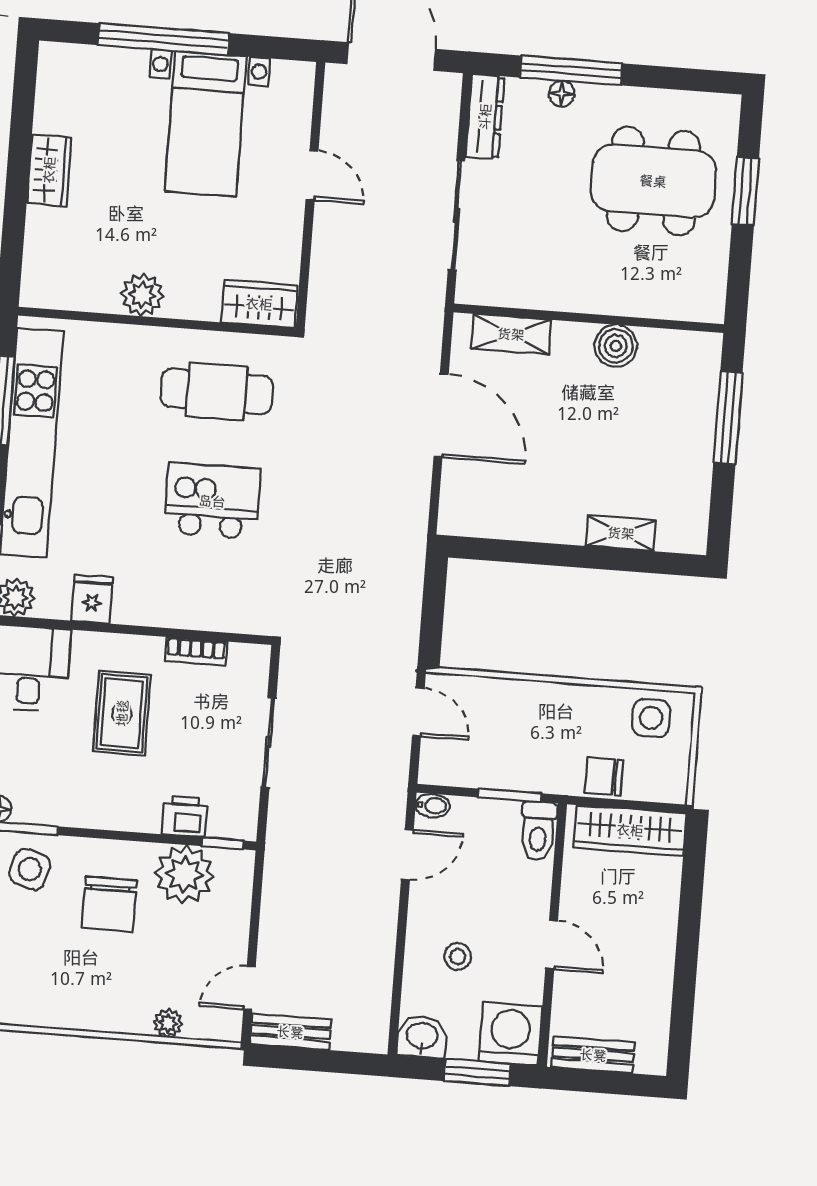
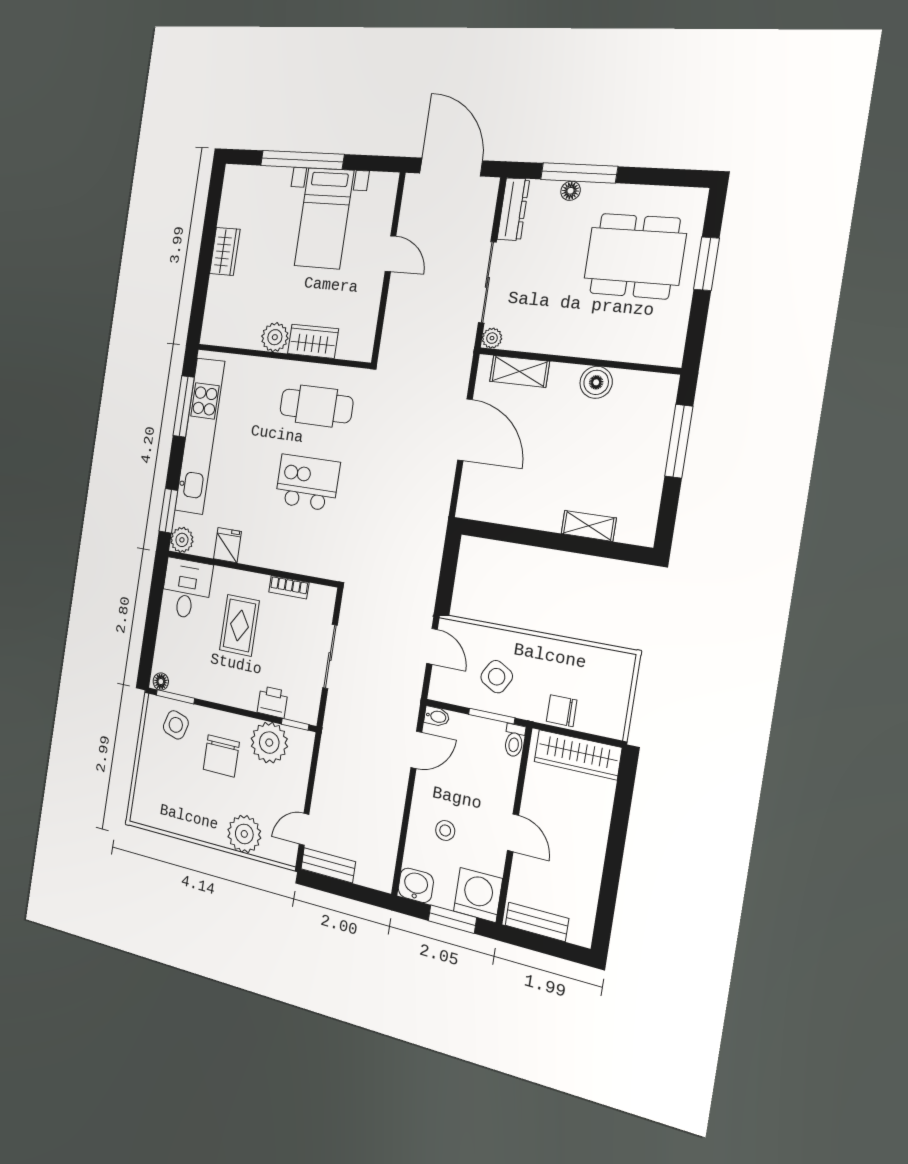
plant: (469, 291) -> (492, 338), added
wardrobe: (259, 304) -> (313, 341), moved
side table: (651, 718) -> (497, 677), moved, turned 30
toilet: (538, 831) -> (514, 740), width x0.73, depth x0.72
plant: (168, 1023) -> (244, 834), width x1.88, depth x1.88

